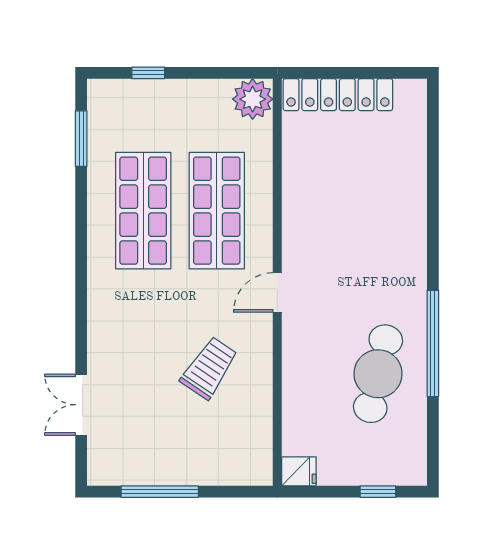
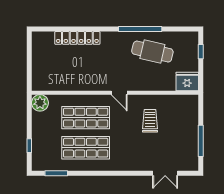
locker: (338, 95) -> (77, 38), moved, turned 90
trolley: (209, 368) -> (150, 121), turned 56
fridge: (299, 471) -> (187, 82), width x1.88, depth x1.34

